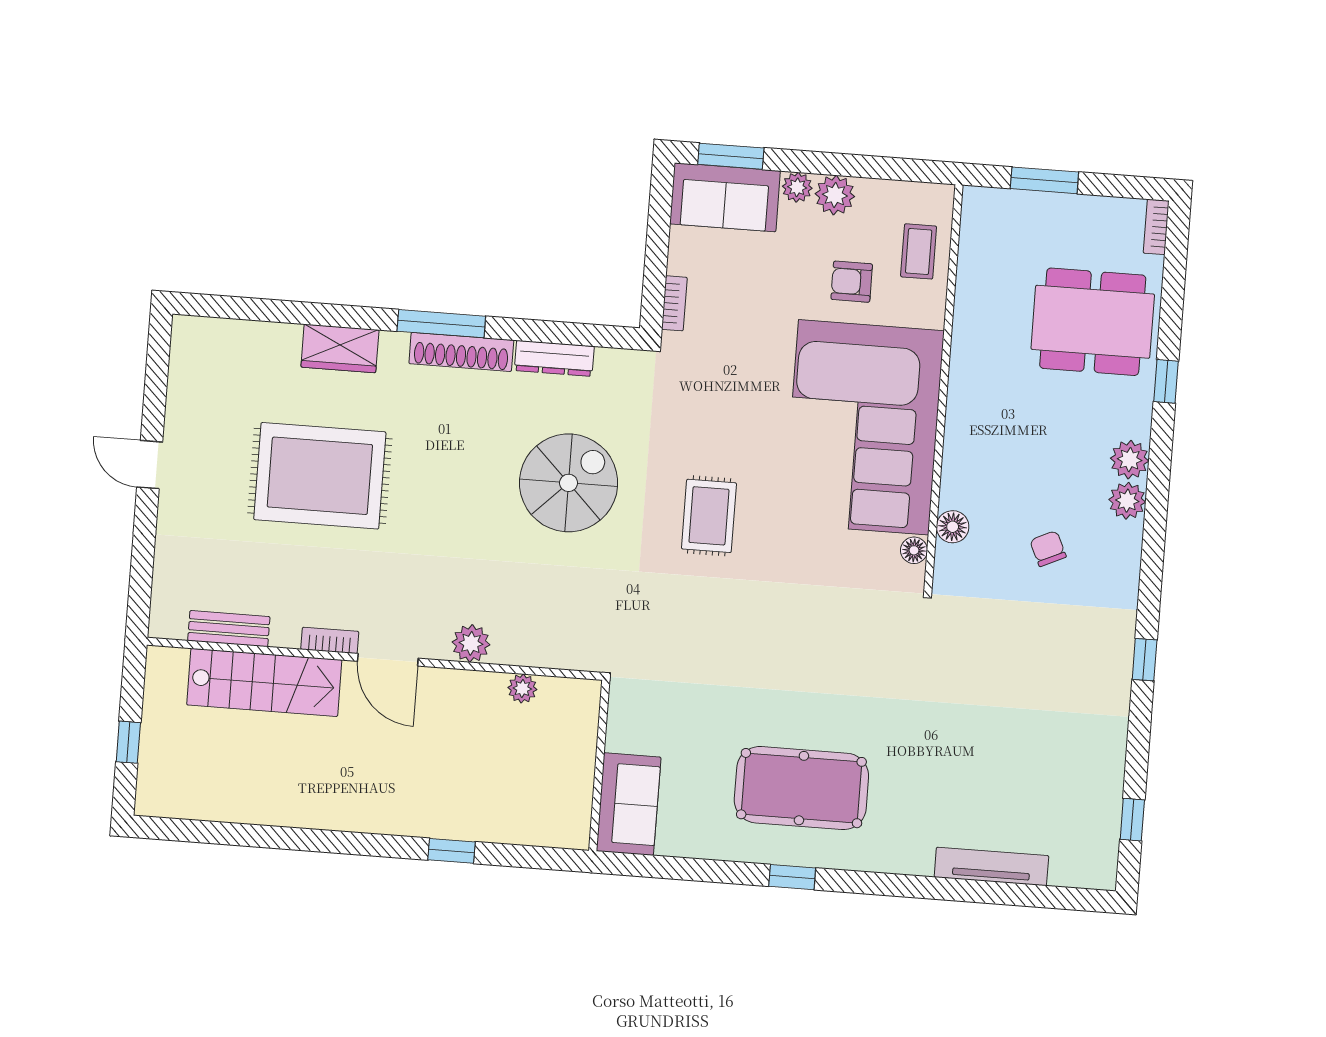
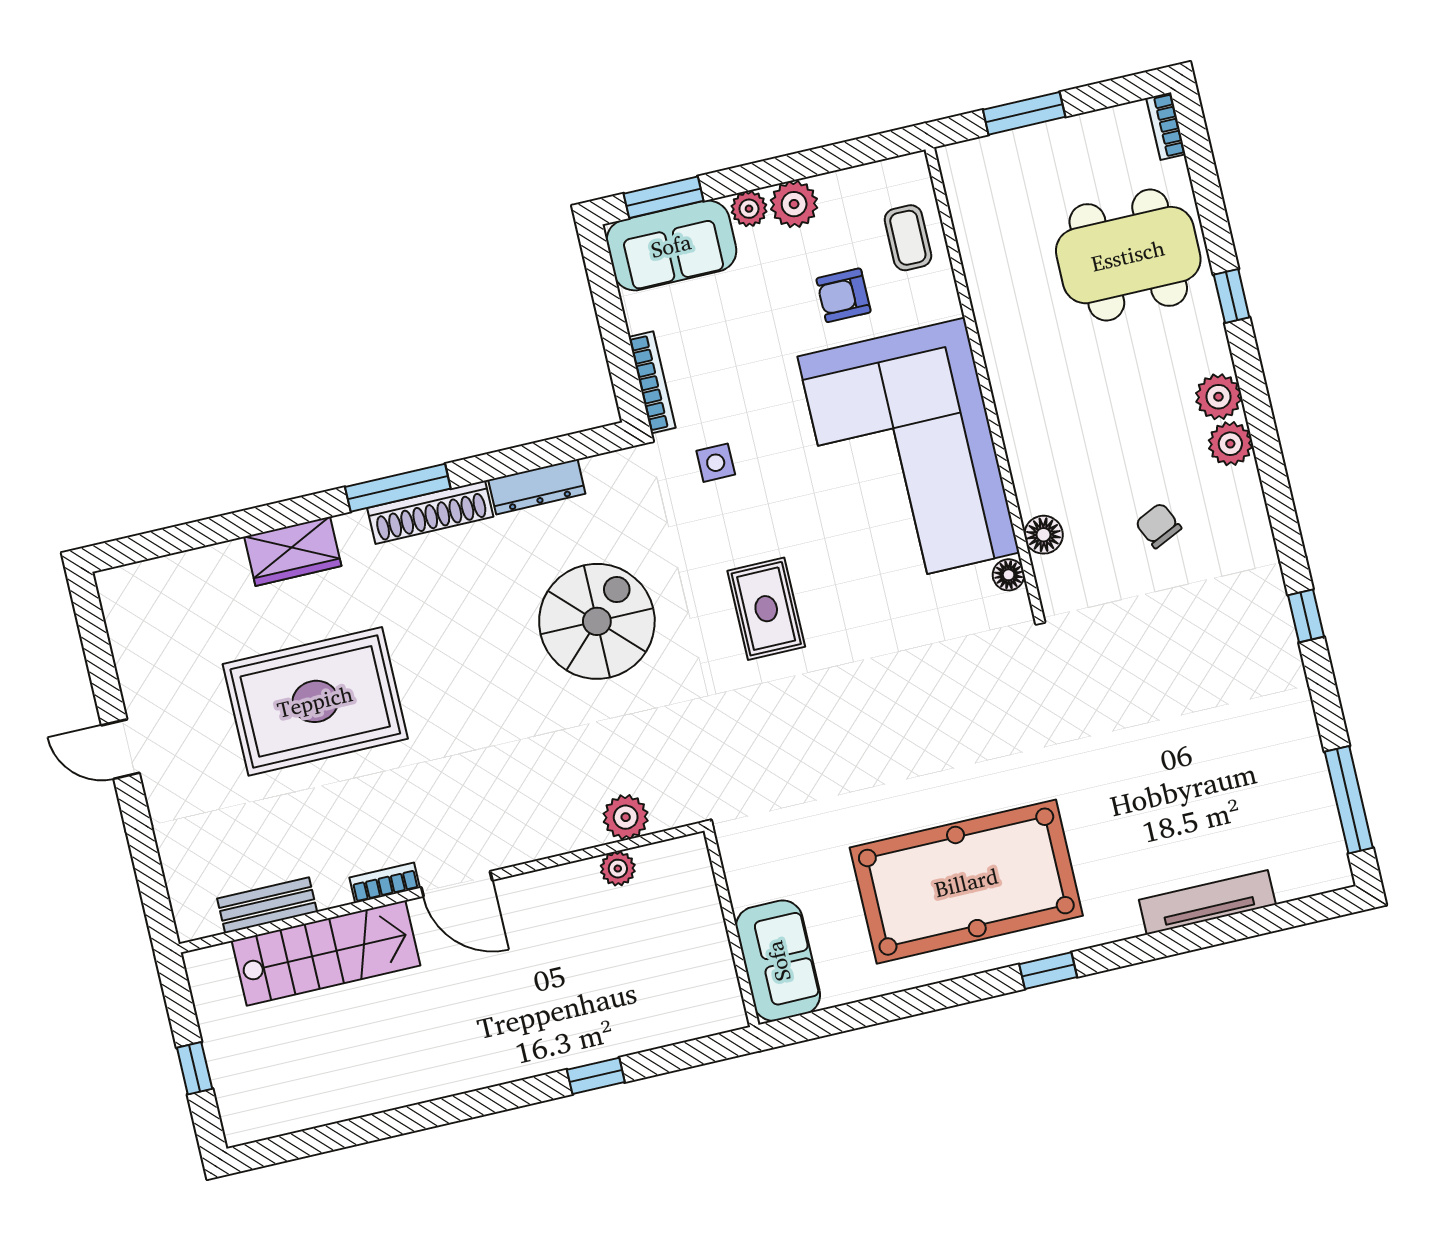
bookcase: (674, 303) -> (652, 382), width x1.56
side table: (705, 385) -> (716, 463), added
plant: (471, 643) -> (626, 817), moved
pool table: (801, 788) -> (966, 882), width x1.36, depth x1.32
window: (1132, 820) -> (1349, 800), width x2.17
window: (792, 877) -> (1048, 971), moved

